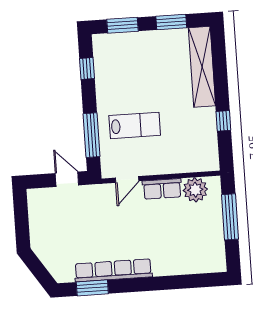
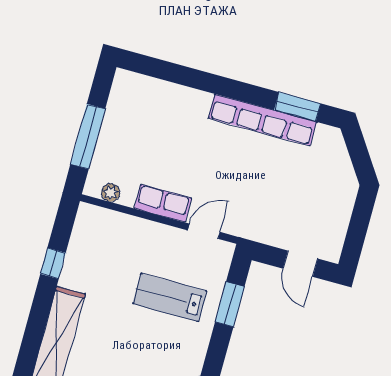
window: (92, 135) -> (230, 304), width x0.69
door: (67, 179) -> (300, 264), moved
plant: (195, 190) -> (111, 193), width x0.53, depth x0.53

